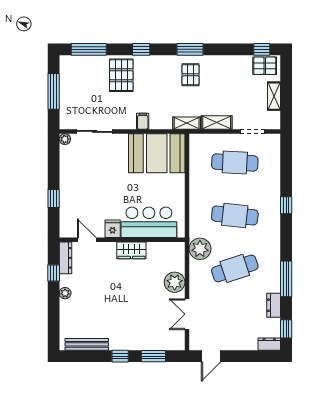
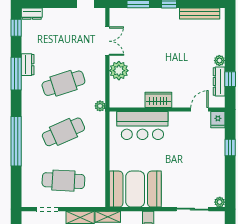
window: (286, 205) -> (16, 141), width x3.17
cafe table: (235, 215) -> (63, 132), turned -30
fridge: (113, 229) -> (218, 120), moved
door: (87, 240) -> (200, 110), swing flipped
plant: (200, 249) -> (100, 106), width x0.53, depth x0.53
dresser: (65, 258) -> (219, 81), moved
dresser: (274, 305) -> (28, 65), moved

